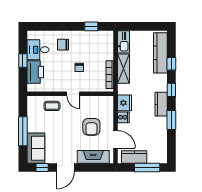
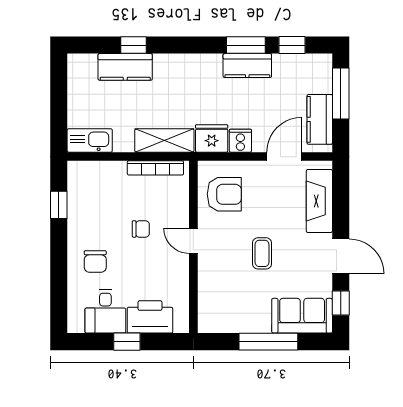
kitchen counter: (160, 53) -> (125, 67), width x0.67
shelving: (124, 69) -> (164, 141), moved
window: (171, 90) -> (292, 45), moved
door: (73, 94) -> (193, 241), swing flipped
kitchen counter: (161, 104) -> (247, 66), moved
coffee table: (52, 106) -> (262, 253), moved
armchair: (91, 127) -> (224, 194), moved

